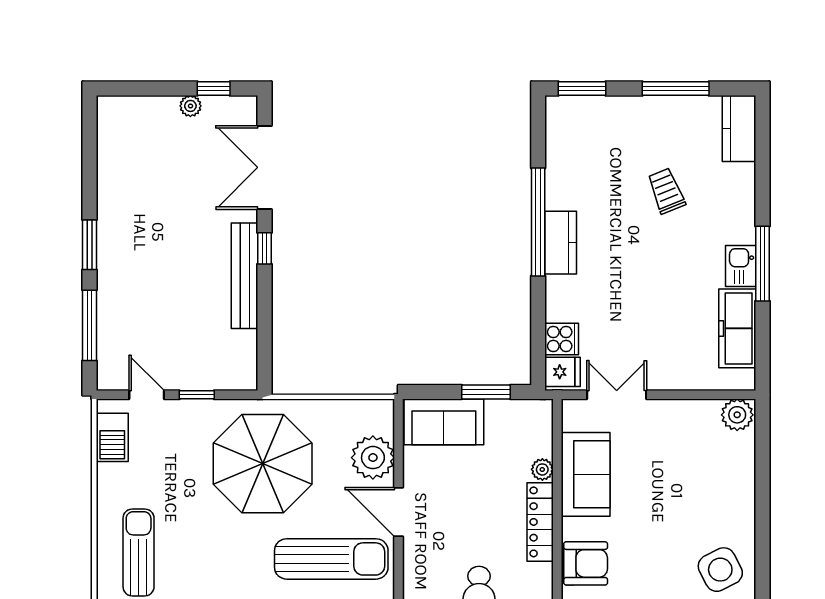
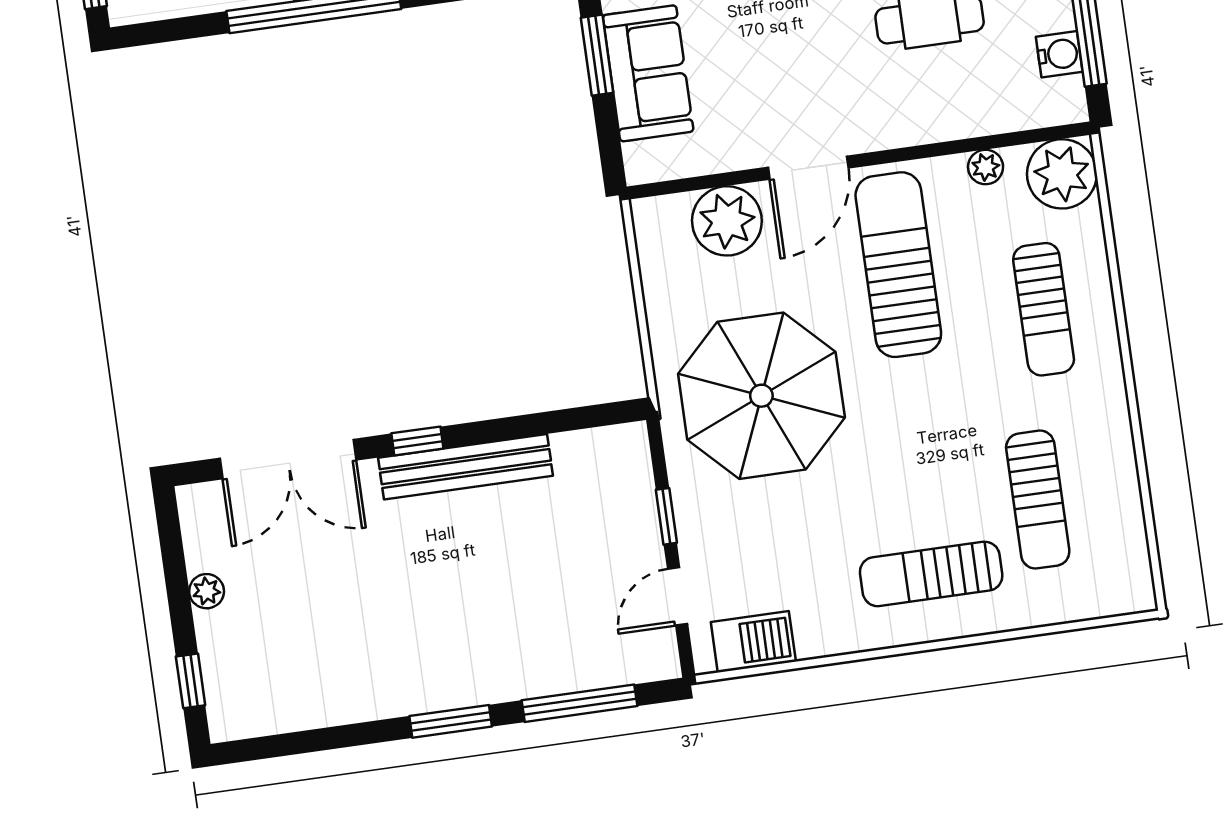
window: (214, 88) -> (191, 681), moved
sofa: (444, 422) -> (648, 73), moved

